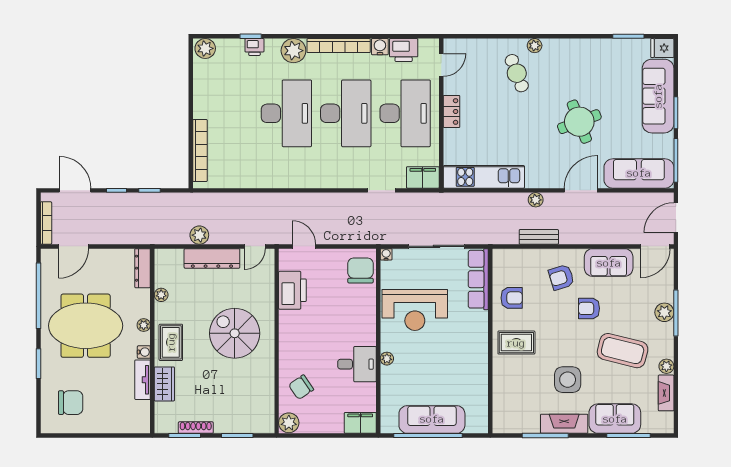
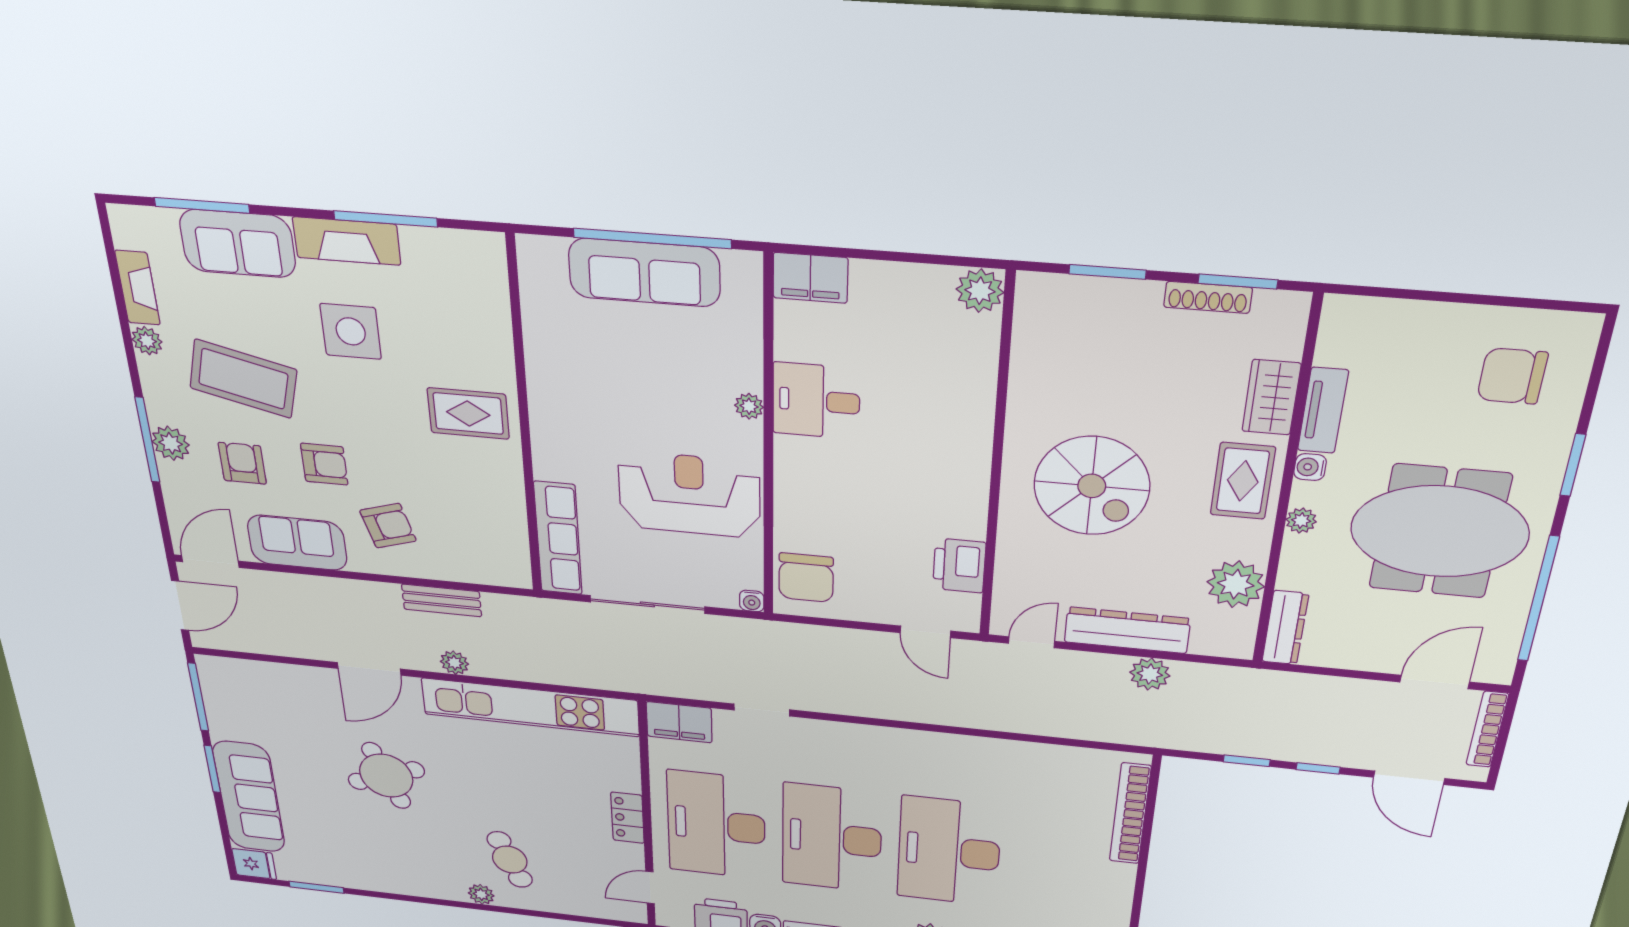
sofa: (639, 173) -> (263, 684), removed
kitchen unit: (484, 177) -> (530, 707), width x1.36
printer: (292, 290) -> (959, 566), width x0.73, depth x0.84
plant: (161, 295) -> (1236, 584), width x1.87, depth x1.87
armchair: (512, 298) -> (242, 463), moved, turned 90
chair: (301, 387) -> (946, 364), removed

